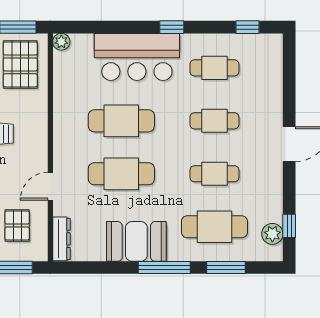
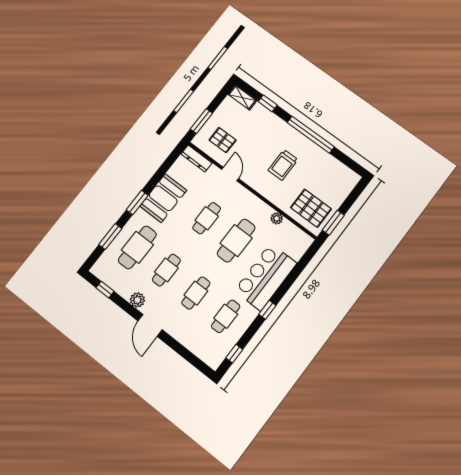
plant: (61, 42) -> (277, 218), moved
cafe table: (121, 174) -> (207, 218), width x0.73, depth x0.74
plant: (272, 234) -> (137, 300), moved
window: (164, 268) -> (137, 203), width x0.69

